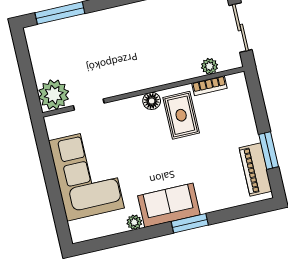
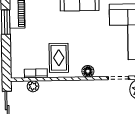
floor lamp: (152, 101) -> (88, 71), moved

